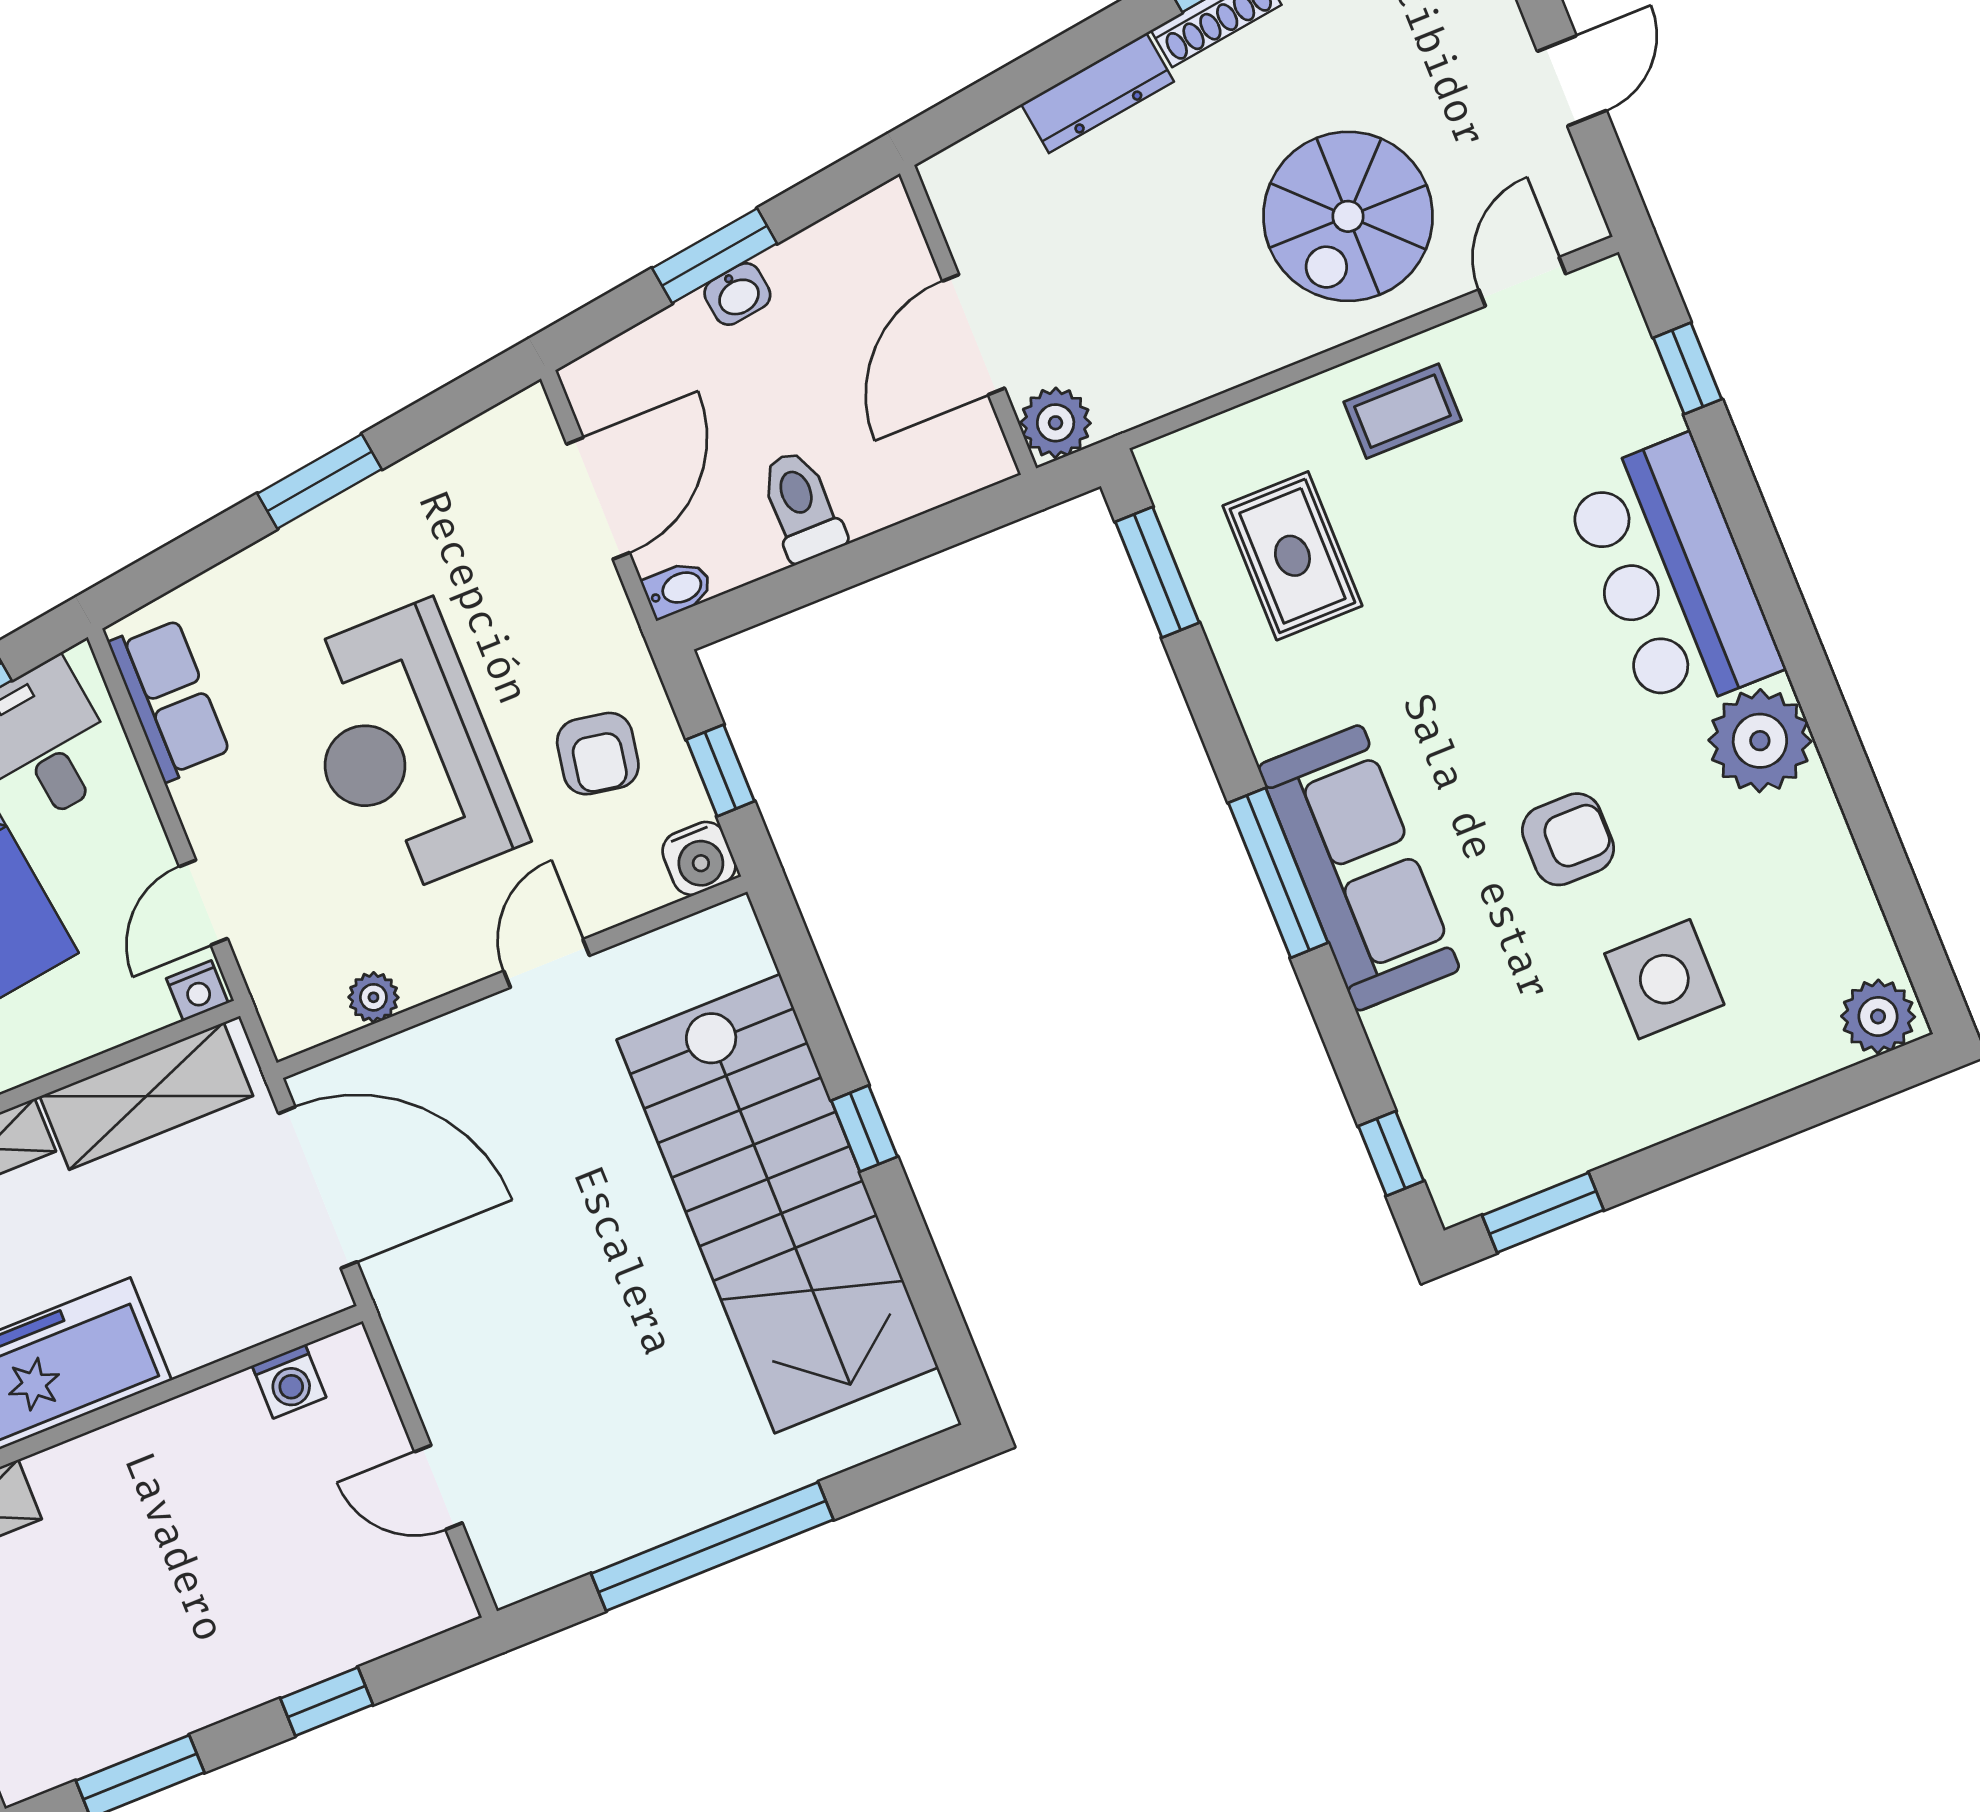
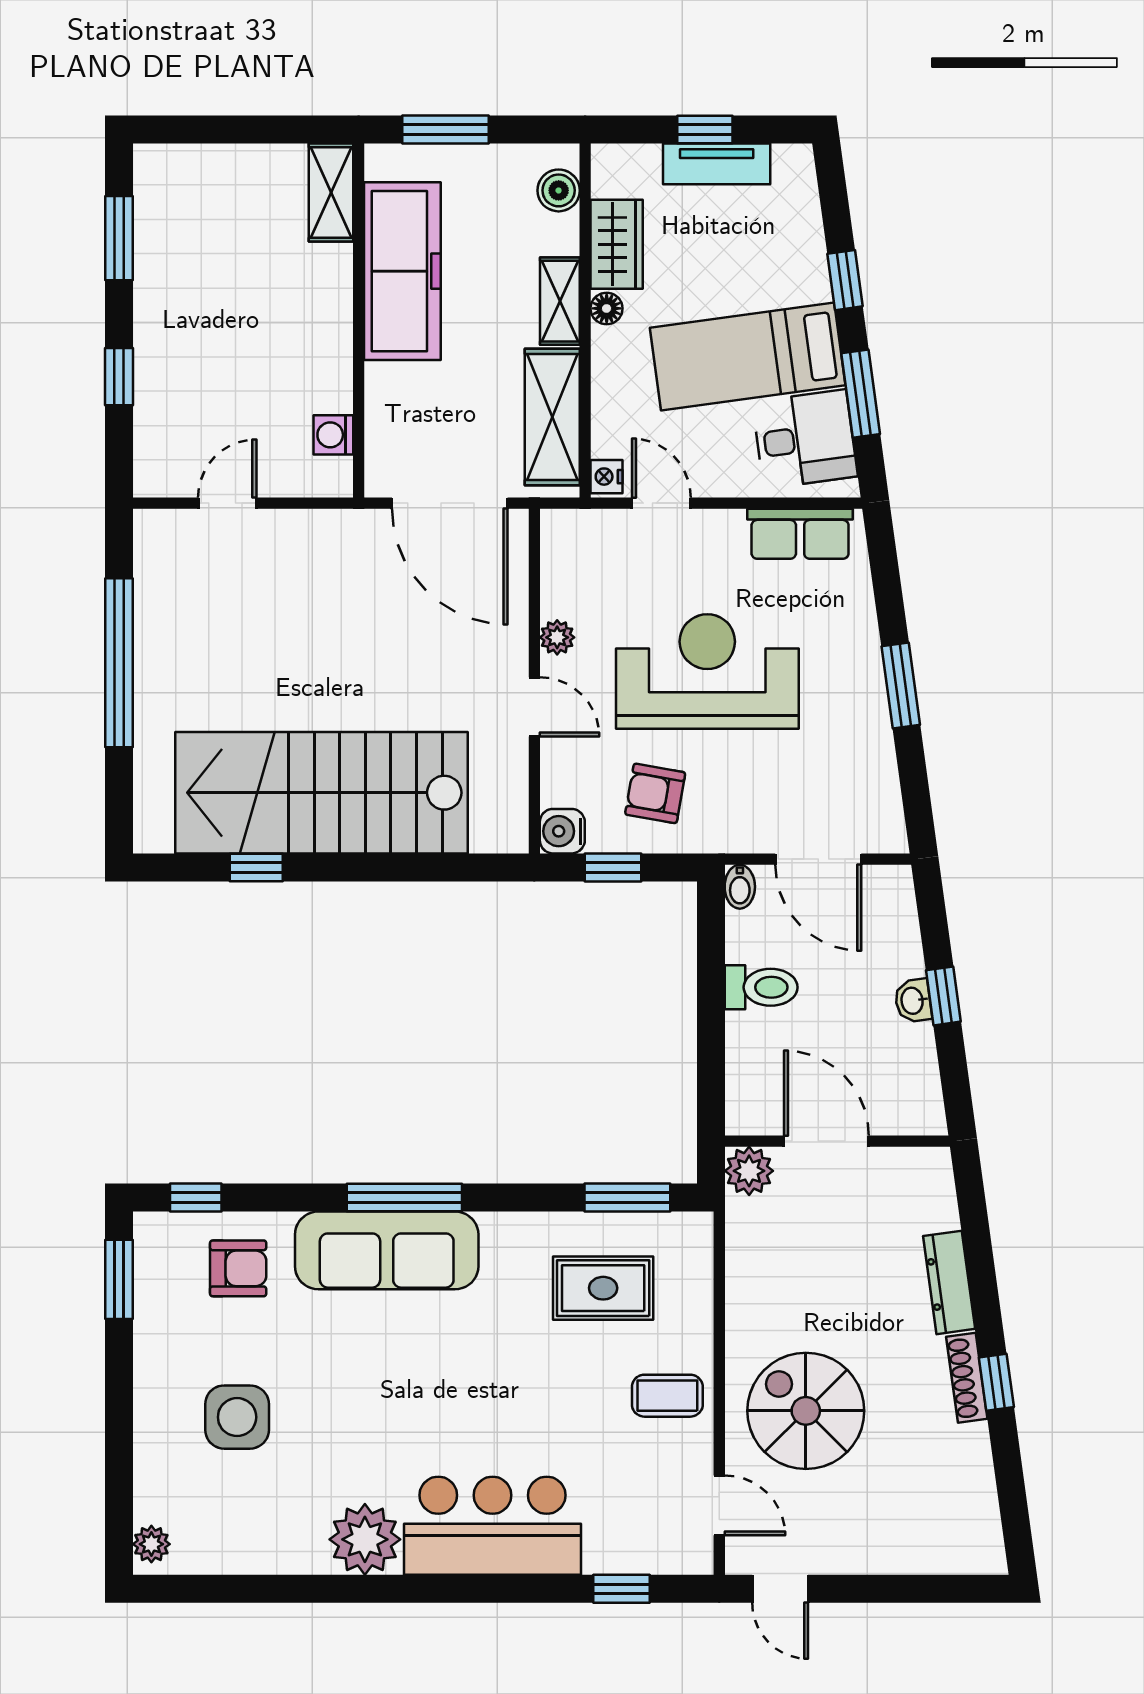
door: (1572, 81) -> (780, 1589), moved
window: (715, 256) -> (943, 996), width x0.67
coffee table: (1403, 411) -> (667, 1396), turned 90
armchair: (1568, 839) -> (238, 1268), moved, turned -90
plant: (373, 997) -> (557, 637), moved
plant: (1878, 1016) -> (151, 1544), width x0.73, depth x0.73
window: (864, 1129) -> (256, 867), moved
door: (318, 1188) -> (450, 503), hinge flipped

